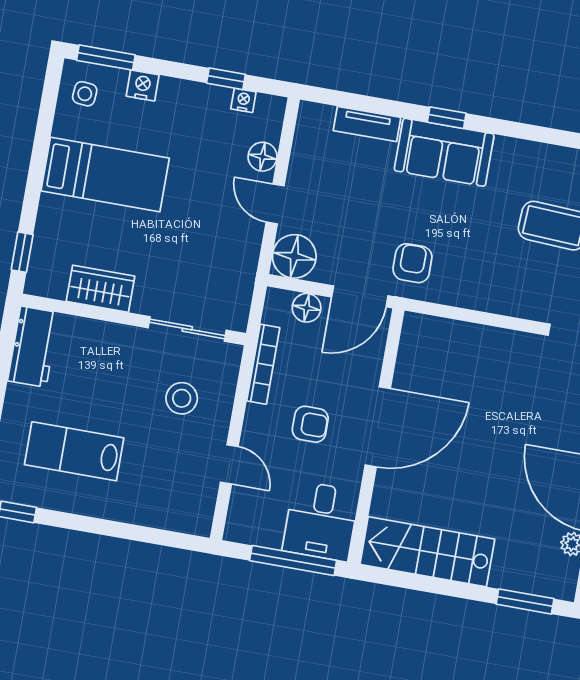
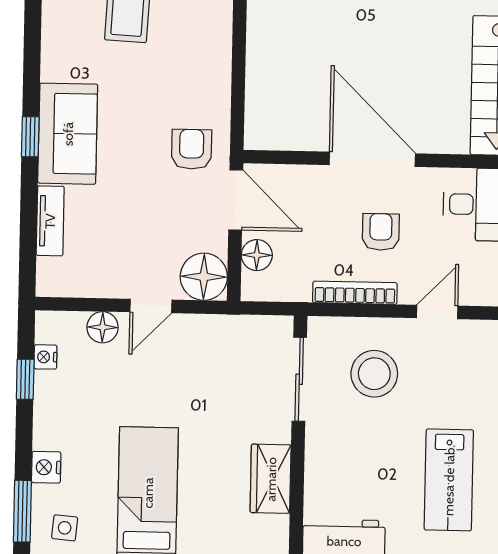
armchair: (412, 263) -> (192, 149), turned 90
bookcase: (263, 364) -> (355, 293), moved
stool: (182, 398) -> (374, 374), width x1.38, depth x1.38

